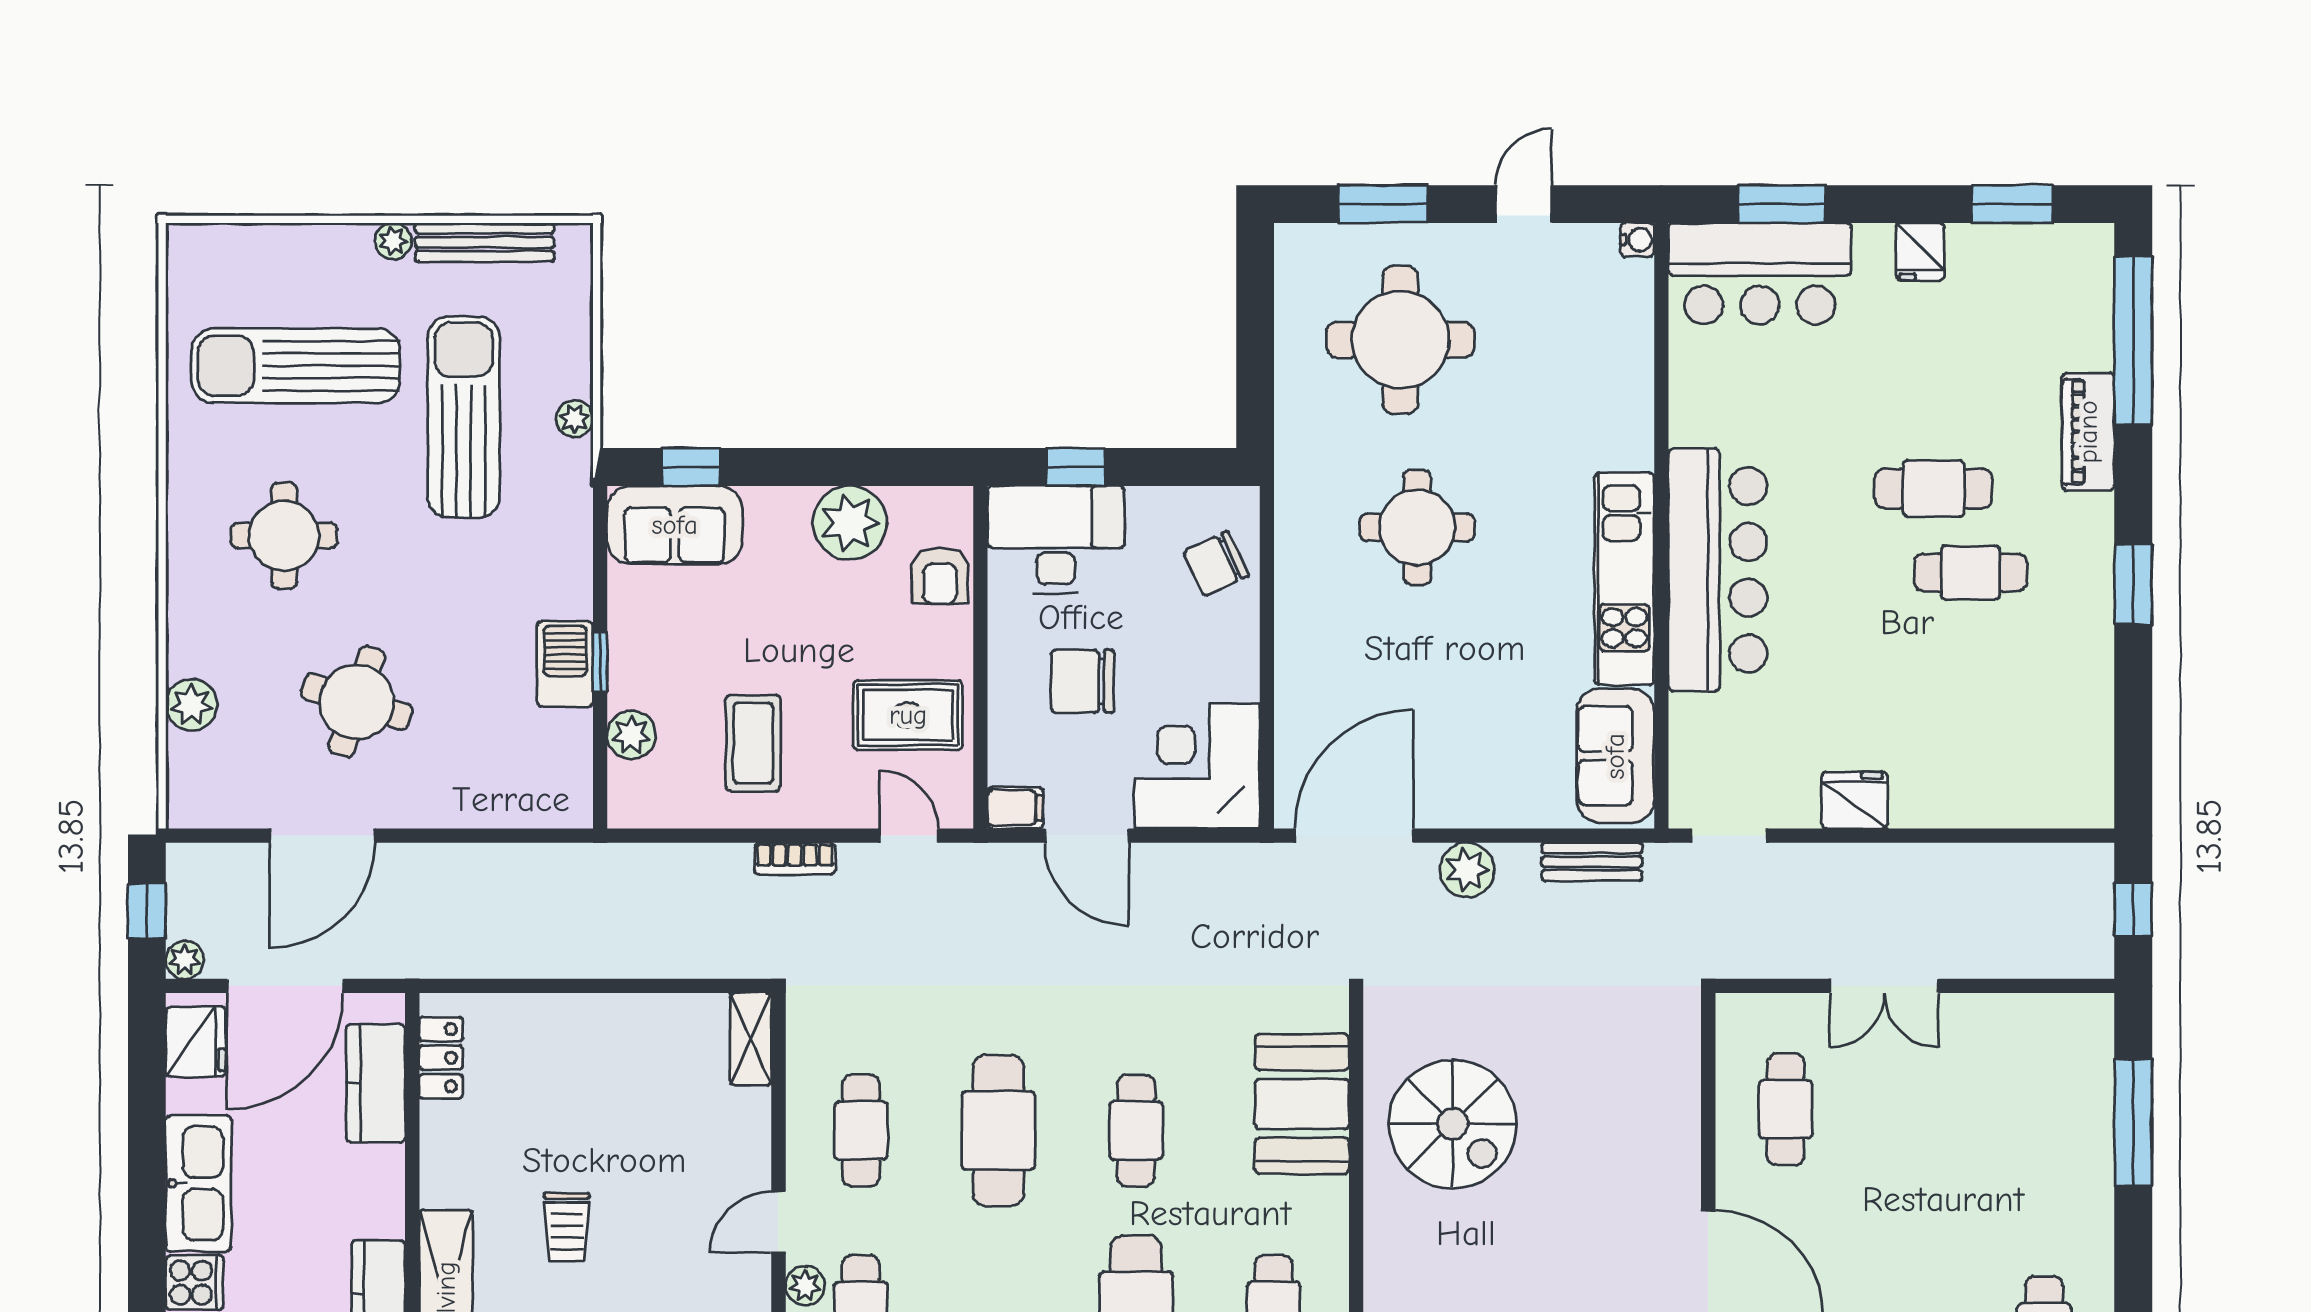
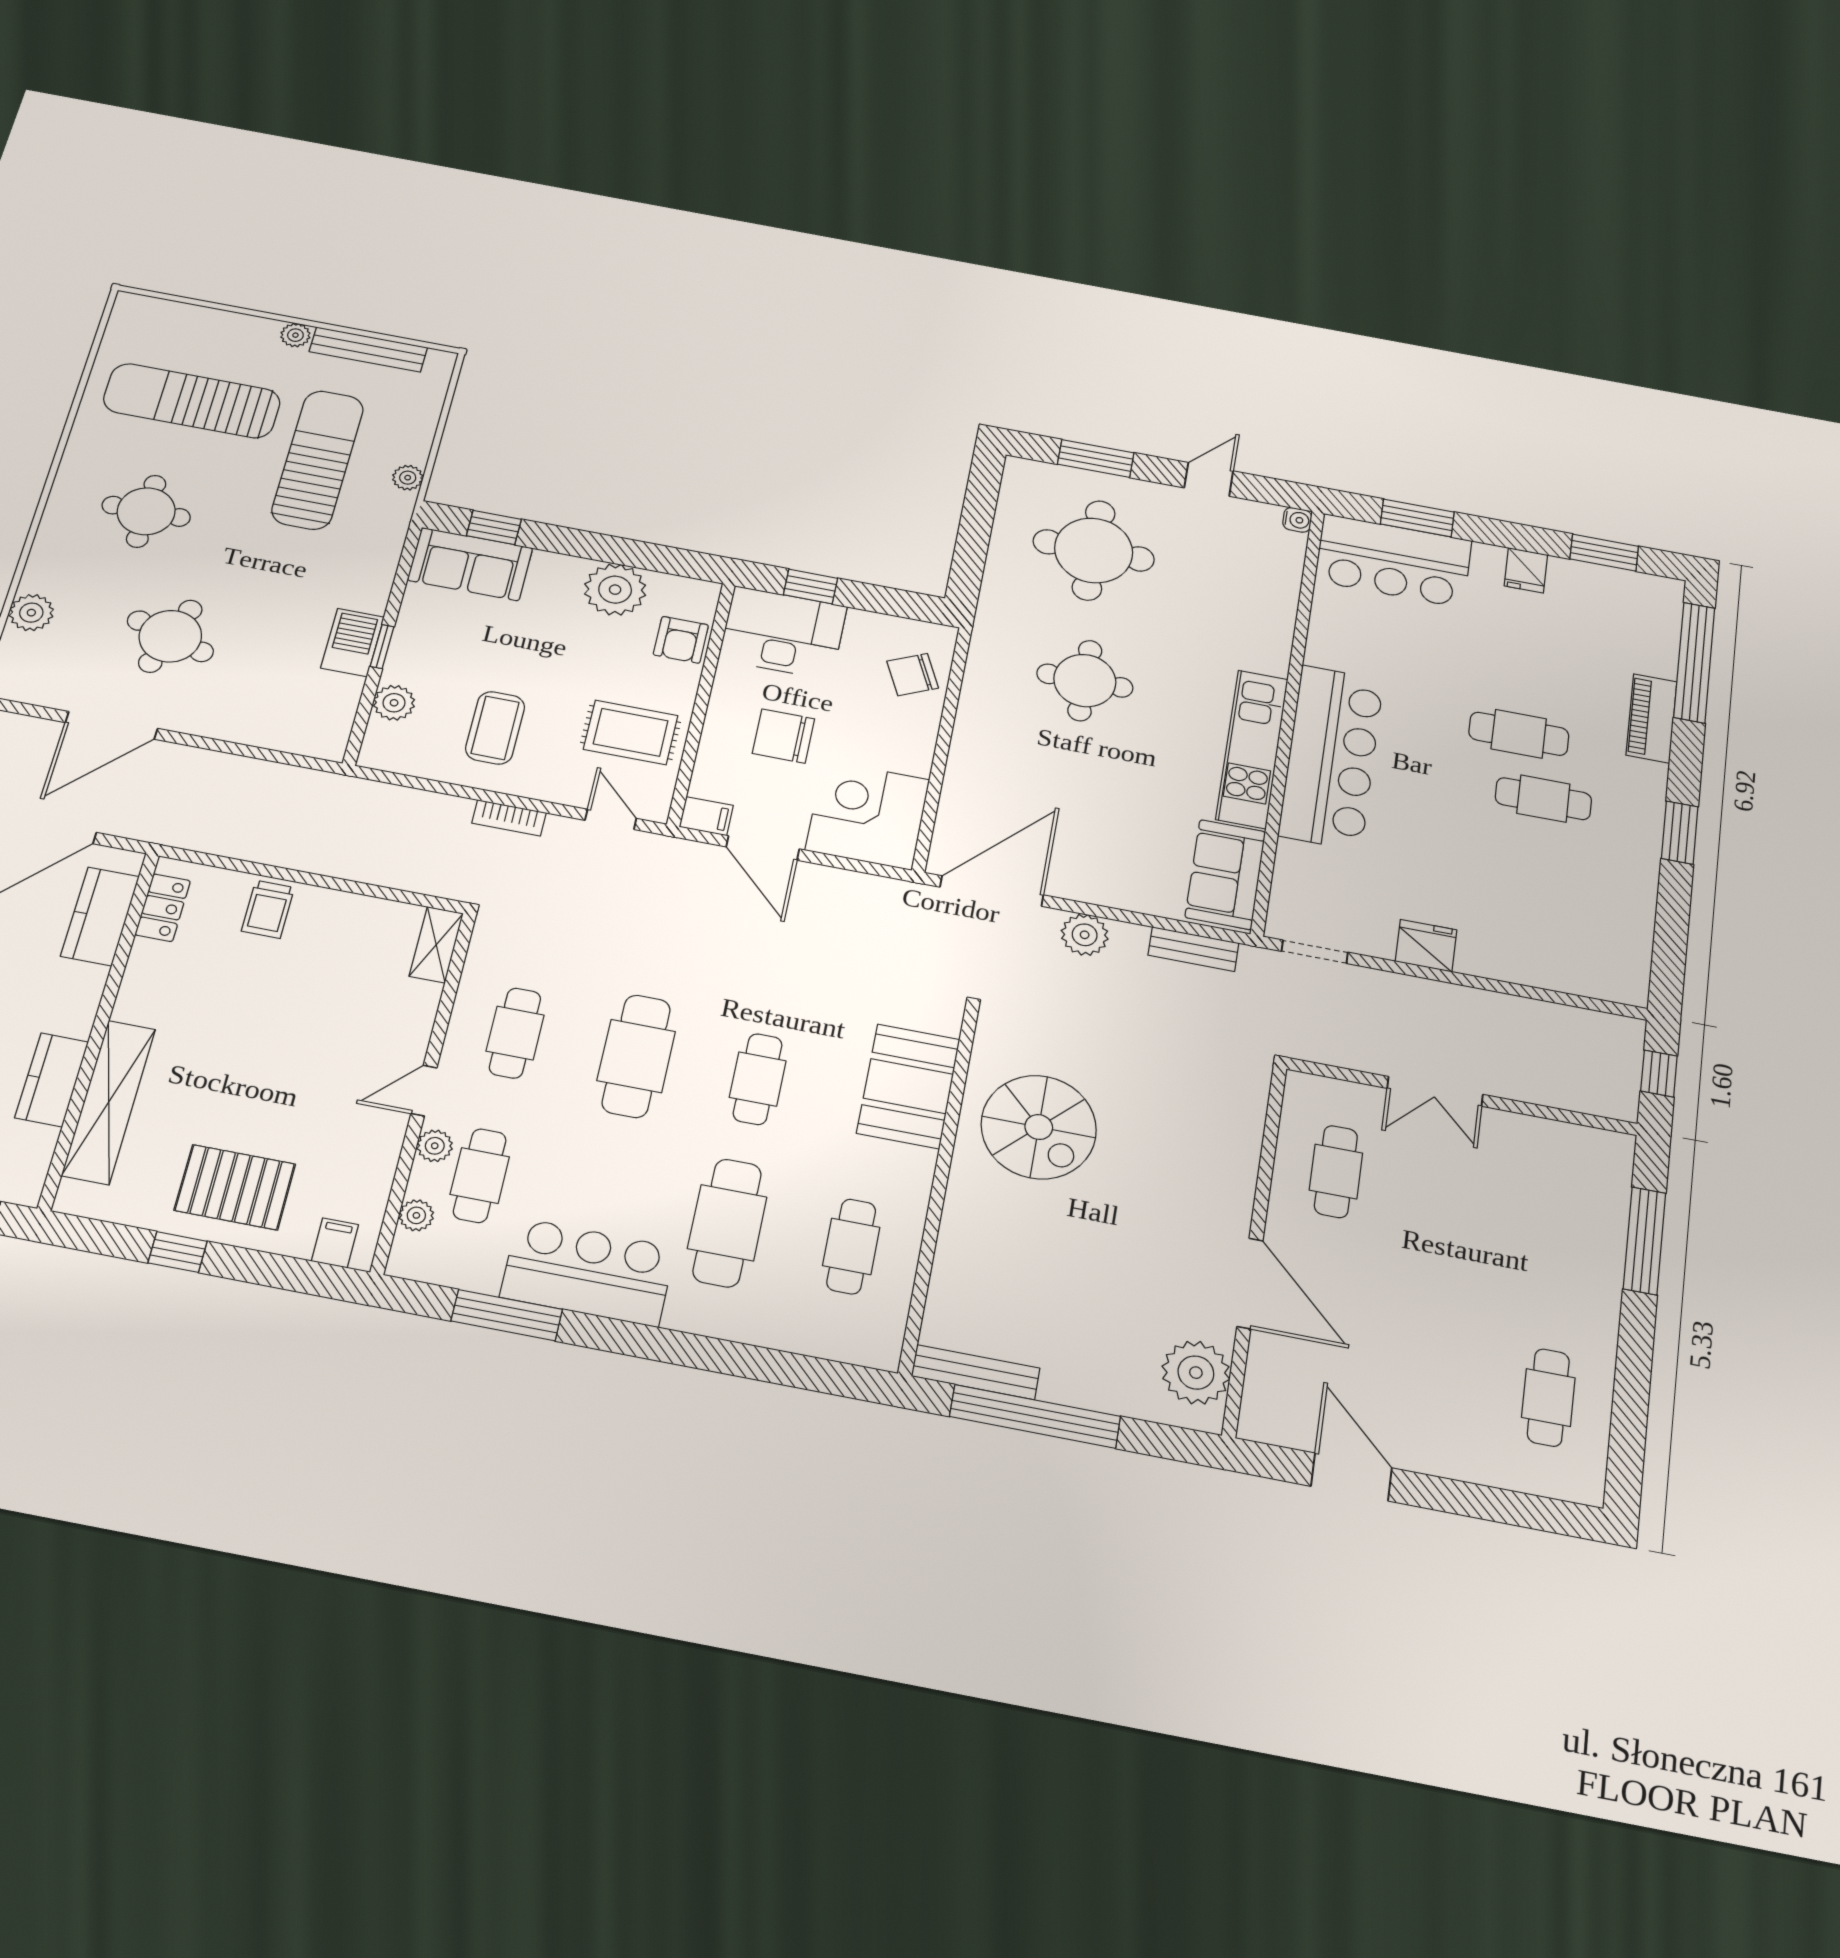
trolley: (567, 1227) -> (268, 909), moved

